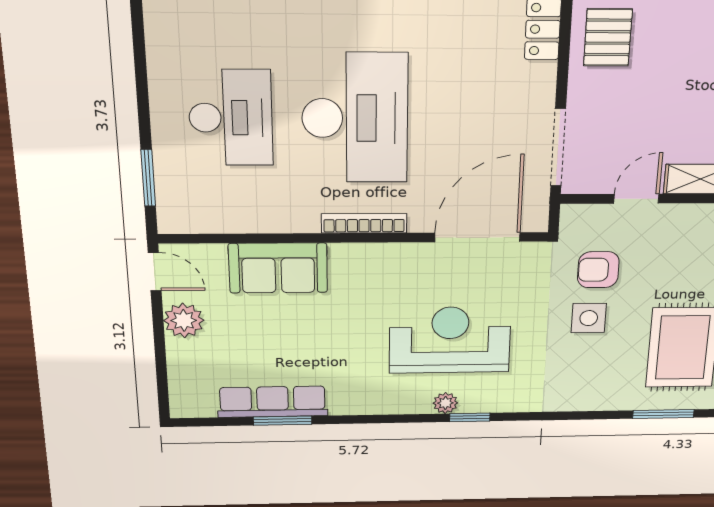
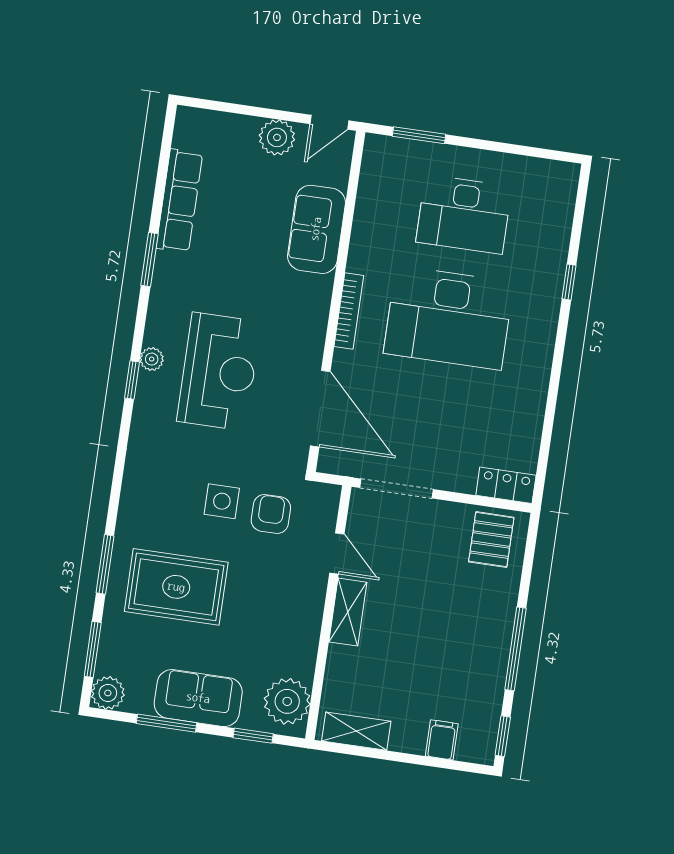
pallet: (608, 37) -> (491, 540), turned 90
window: (283, 421) -> (150, 260), moved

